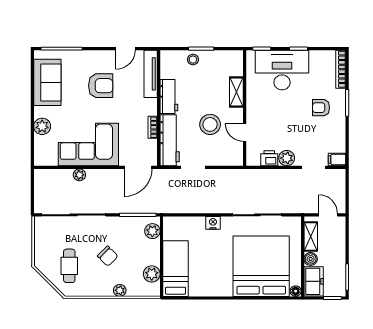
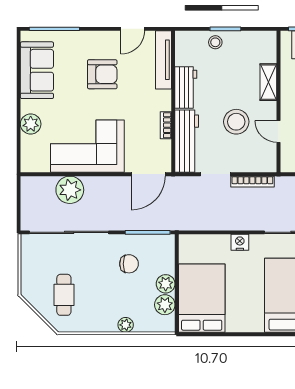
bookcase: (223, 173) -> (252, 182), added
plant: (79, 175) -> (70, 190), width x1.87, depth x1.87
plant: (152, 231) -> (166, 284), moved
chair: (108, 256) -> (129, 264), moved, turned -45
bed: (176, 269) -> (202, 298), width x1.50

